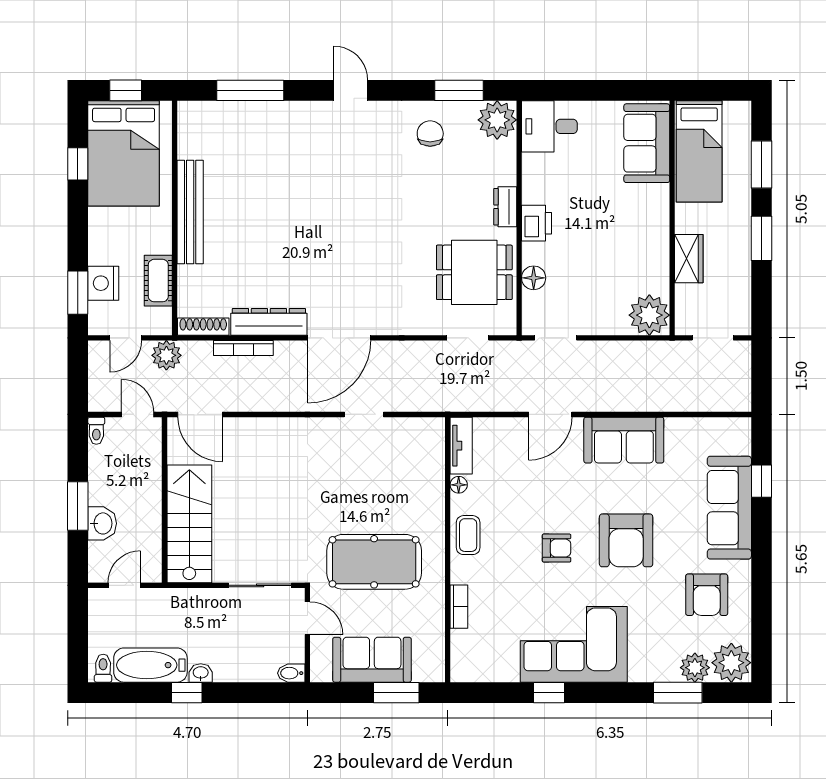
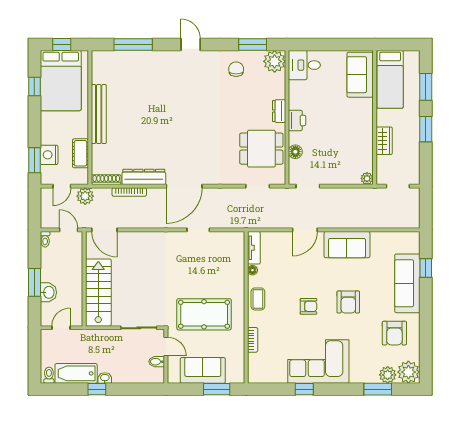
plant: (649, 315) -> (367, 178), width x0.53, depth x0.53
armchair: (626, 540) -> (348, 302), width x0.73, depth x0.73
bidet: (291, 673) -> (157, 362), moved

